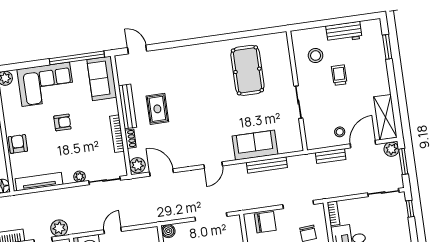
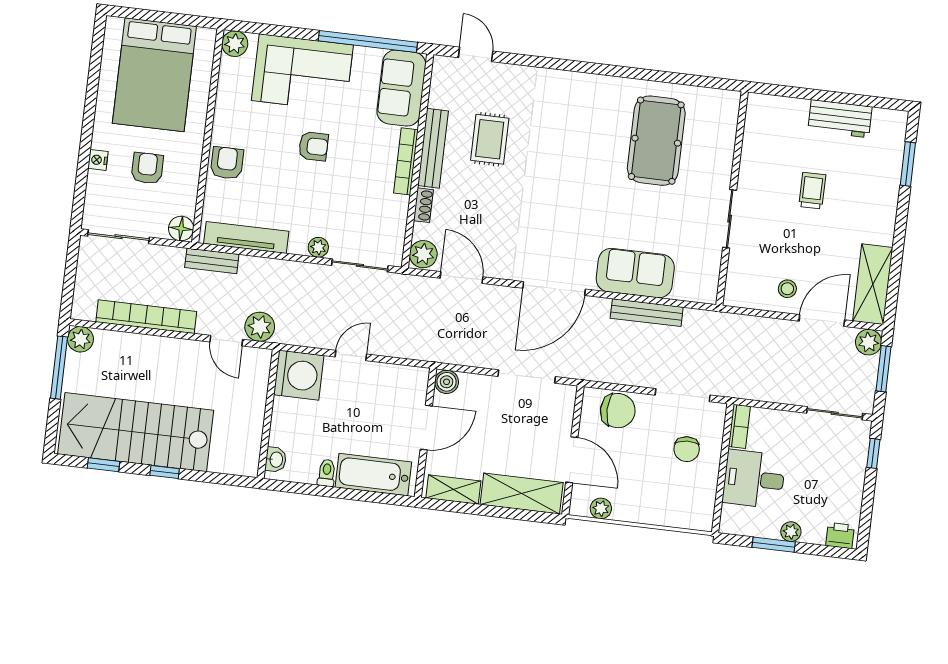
stool: (316, 56) -> (780, 146), removed
rug: (157, 109) -> (490, 139), moved
bookcase: (117, 134) -> (406, 161), moved
bench: (331, 156) -> (212, 261), moved
door: (213, 165) -> (554, 289), width x1.88

